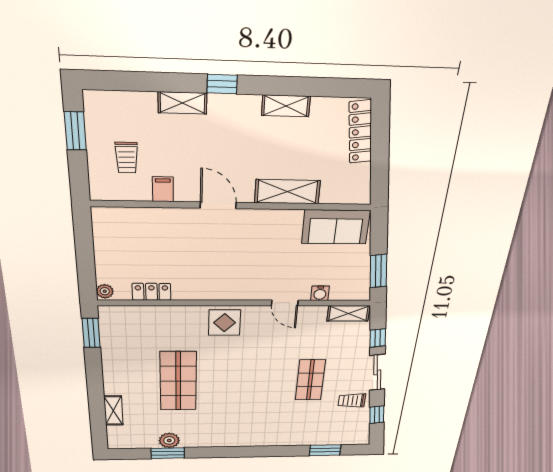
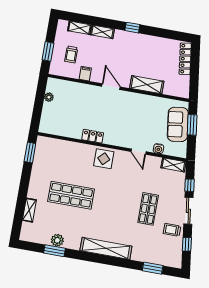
window: (222, 84) -> (132, 28), moved
shelving: (286, 106) -> (79, 28), moved
window: (75, 131) -> (48, 51), moved
sofa: (336, 227) -> (178, 124), moved, turned 82
window: (378, 271) -> (192, 125), moved
plant: (105, 291) -> (49, 97), moved
locker: (151, 292) -> (93, 136), moved
shop shelf: (178, 381) -> (71, 195), turned 90
shelving: (249, 438) -> (106, 248), added

